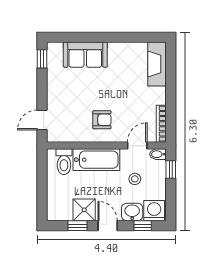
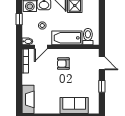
window: (42, 59) -> (102, 86), moved
door: (42, 120) -> (102, 63), hinge flipped
window: (171, 170) -> (19, 19), moved

